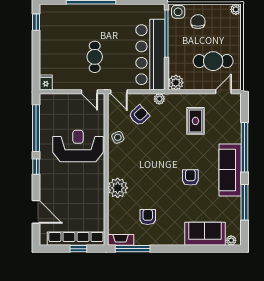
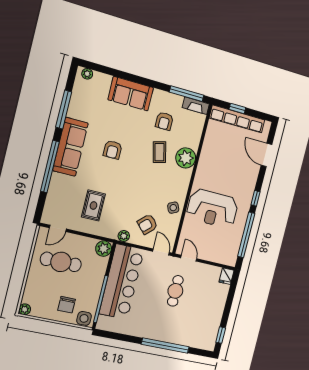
coffee table: (145, 187) -> (159, 152), added
sofa: (205, 234) -> (131, 94), moved

